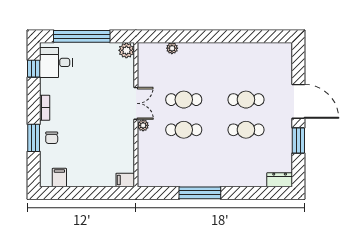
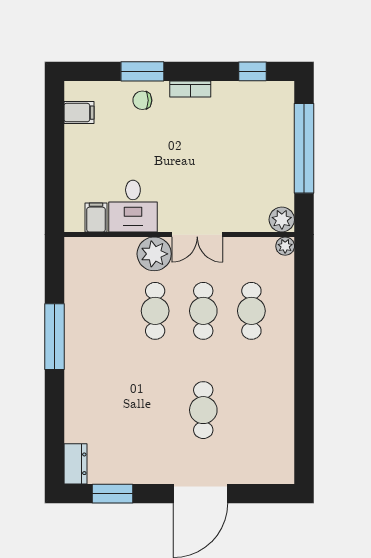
plant: (172, 48) -> (285, 246), moved
desk: (56, 62) -> (133, 206), moved, turned 180
plant: (143, 125) -> (154, 254), width x1.88, depth x1.88
cafe table: (246, 130) -> (251, 311), moved
window: (298, 140) -> (113, 494), moved
filing cabinet: (125, 180) -> (96, 218), moved

